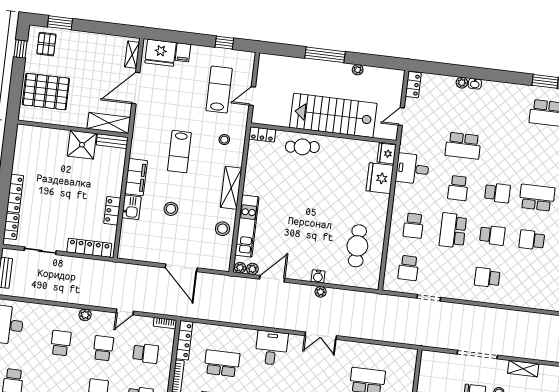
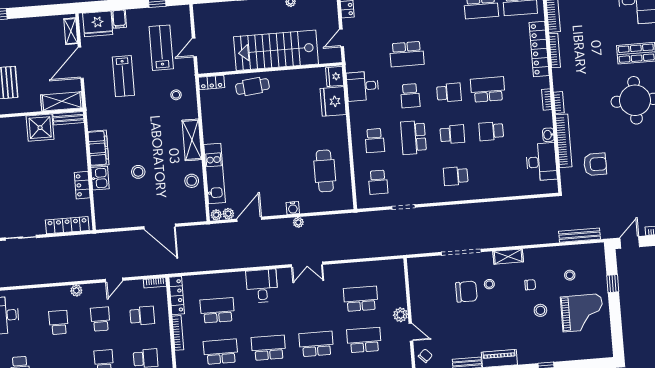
lab bench: (179, 152) -> (123, 76), moved

